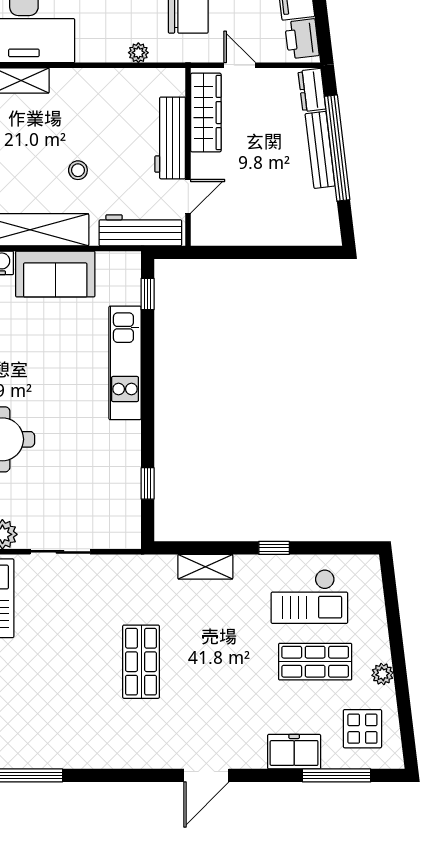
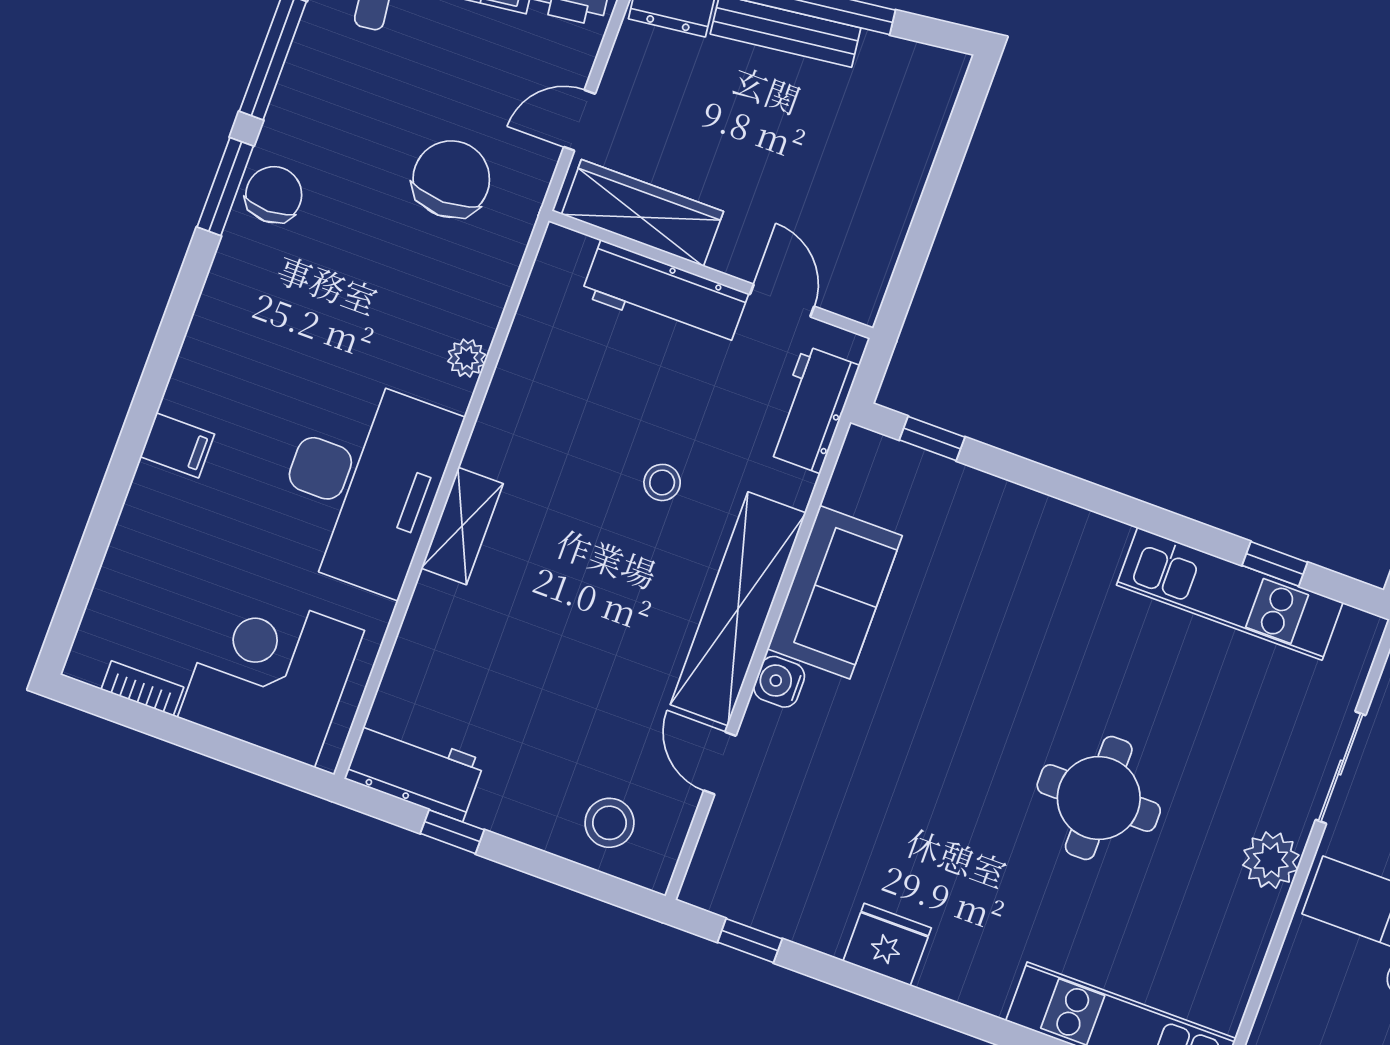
plant: (138, 53) -> (467, 358), moved
workbench: (140, 230) -> (812, 409), width x0.73
kitchen unit: (125, 363) -> (1230, 594), moved

